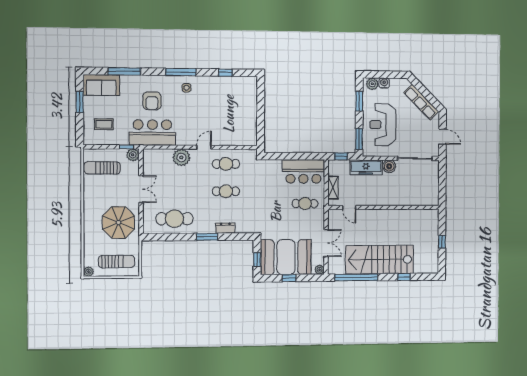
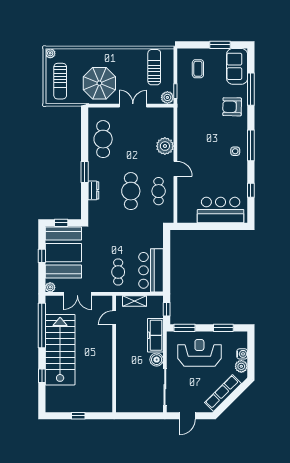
plant: (372, 84) -> (241, 366), moved
armchair: (152, 101) -> (232, 107), moved
bar counter: (152, 133) -> (221, 210), moved, turned -90
double door: (141, 189) -> (133, 106), swing flipped
cafe table: (226, 191) -> (131, 191), width x1.37, depth x1.35

